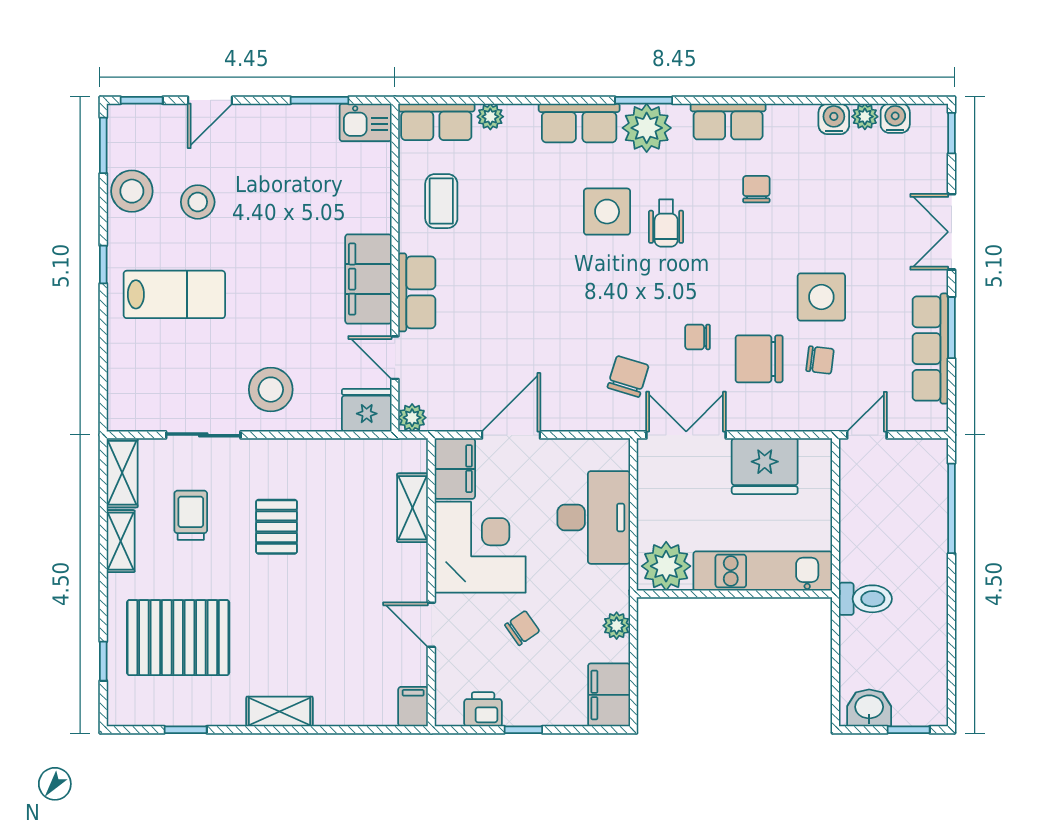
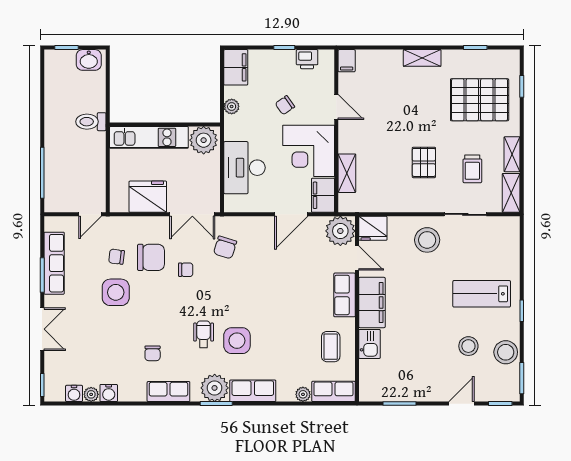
kitchen sink: (366, 122) -> (369, 344), moved, turned 90
plant: (412, 418) -> (340, 231), width x1.87, depth x1.87

